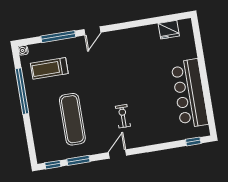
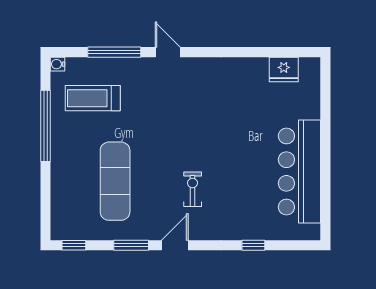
door: (92, 31) -> (168, 52), swing flipped
window: (193, 141) -> (253, 245), moved
window: (78, 160) -> (131, 245), moved

